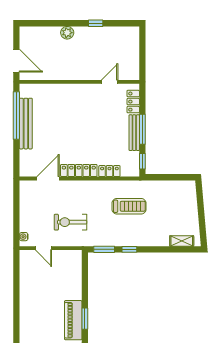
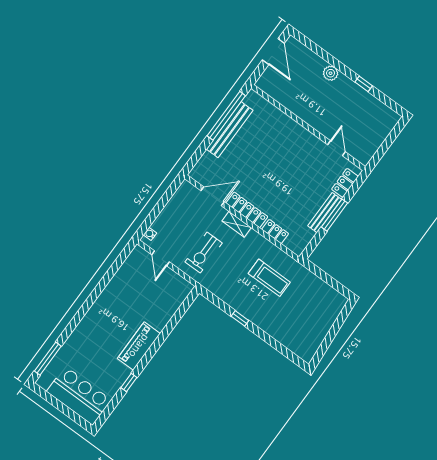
door: (16, 61) -> (273, 52), moved
door: (110, 82) -> (336, 148), hinge flipped
window: (142, 161) -> (313, 245), removed
exercise bike: (71, 222) -> (204, 253), turned -90
shelving: (182, 241) -> (237, 224), moved
window: (104, 249) -> (216, 301), removed
window: (85, 319) -> (151, 353), removed

